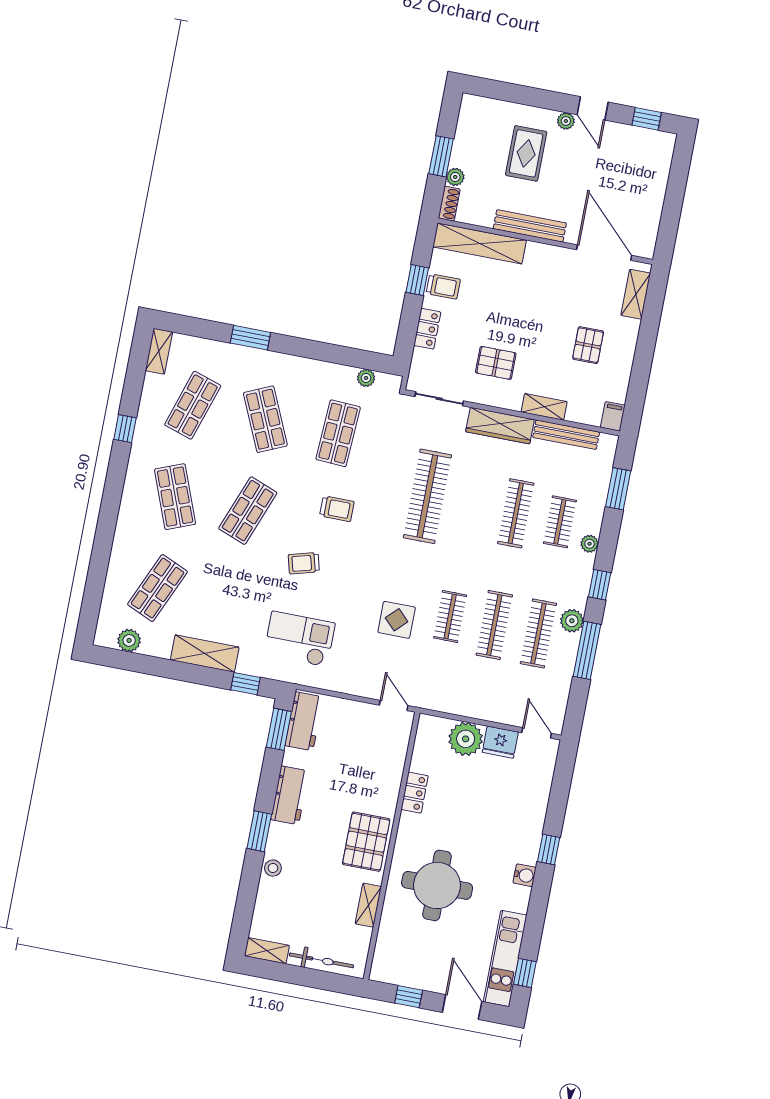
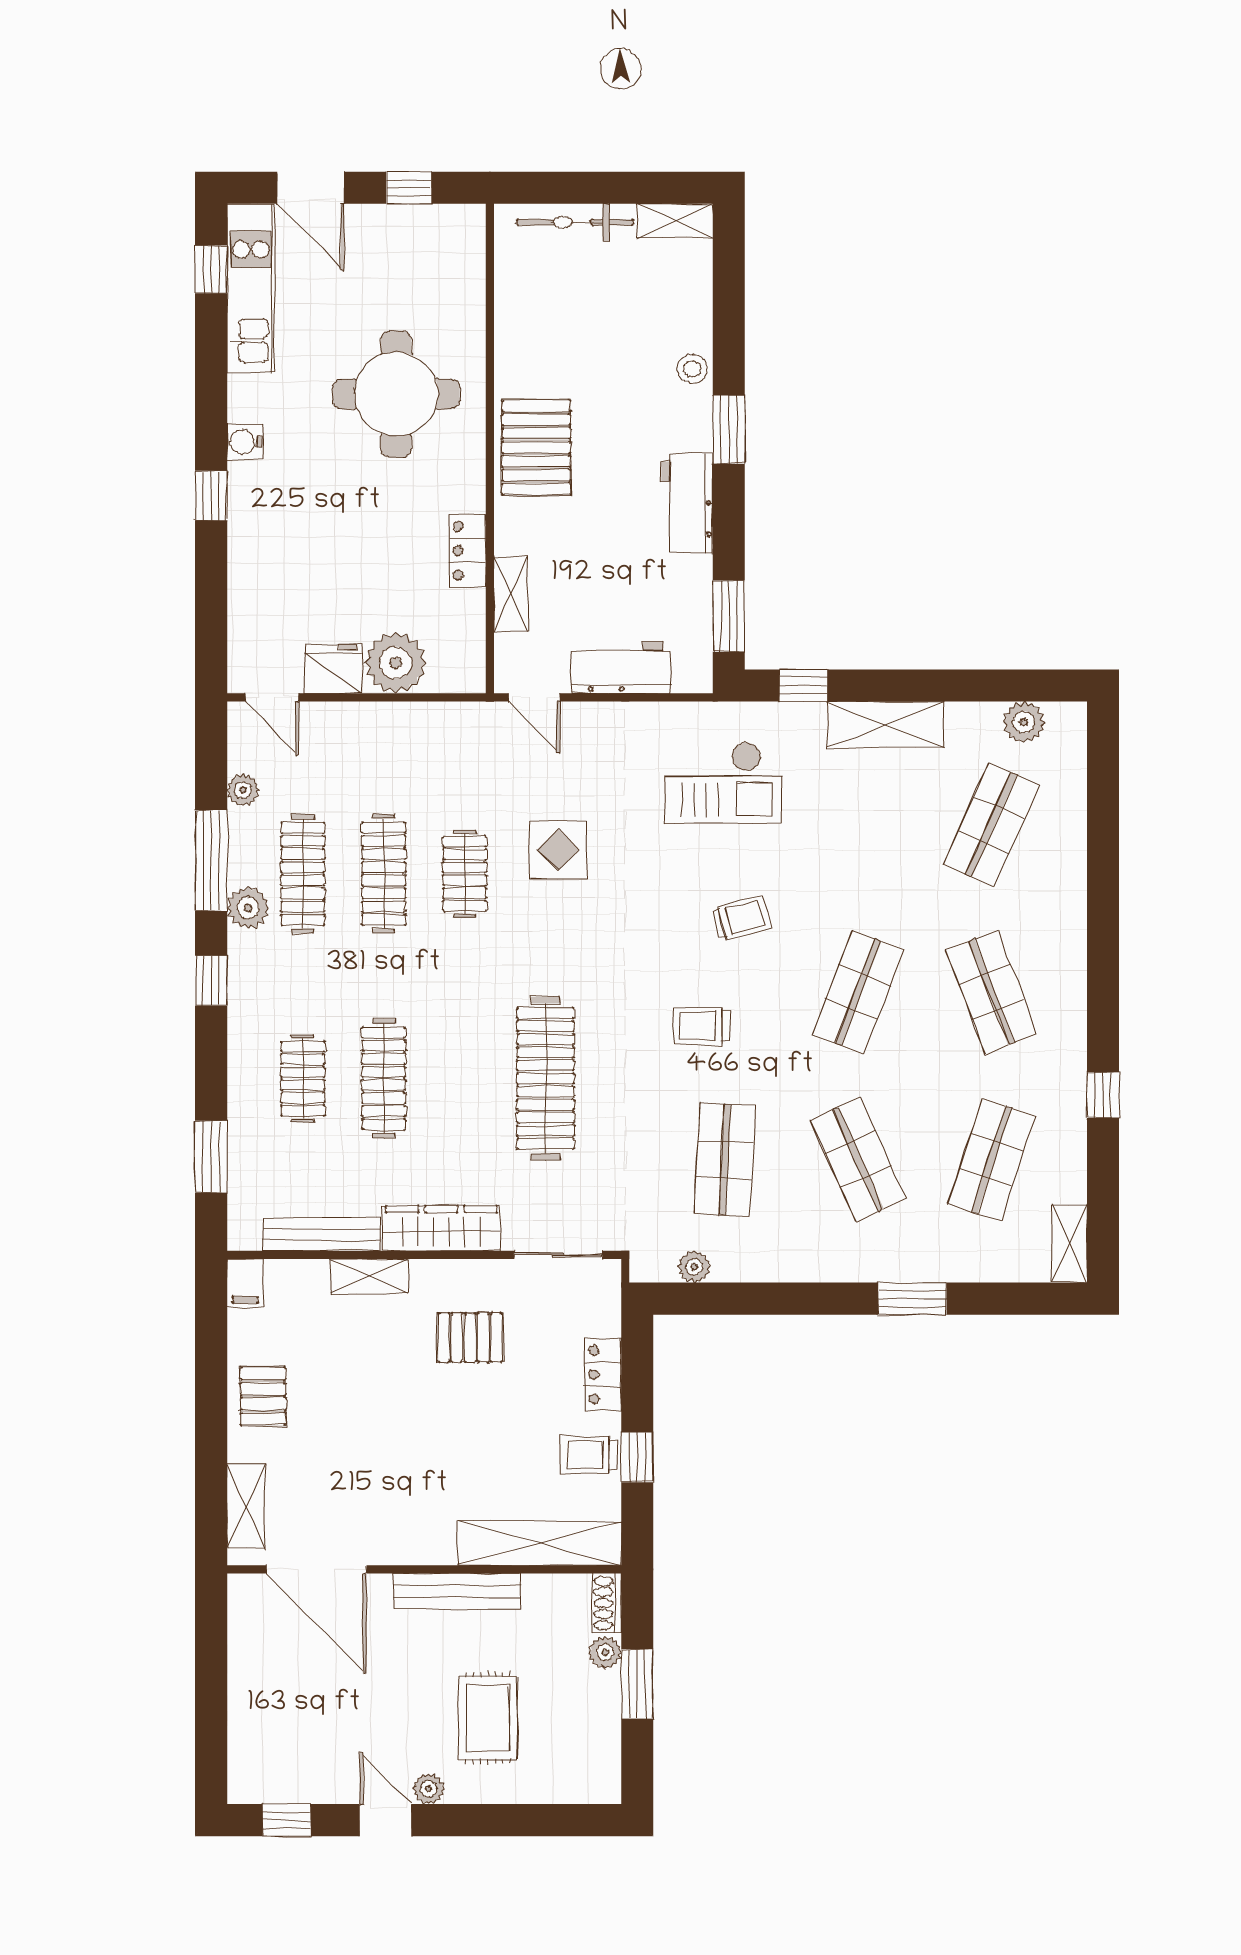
pallet: (588, 345) -> (263, 1396), moved
plant: (590, 544) -> (243, 790), moved
workbench: (304, 721) -> (621, 668), moved, turned 90
shelving: (368, 905) -> (511, 594), moved

